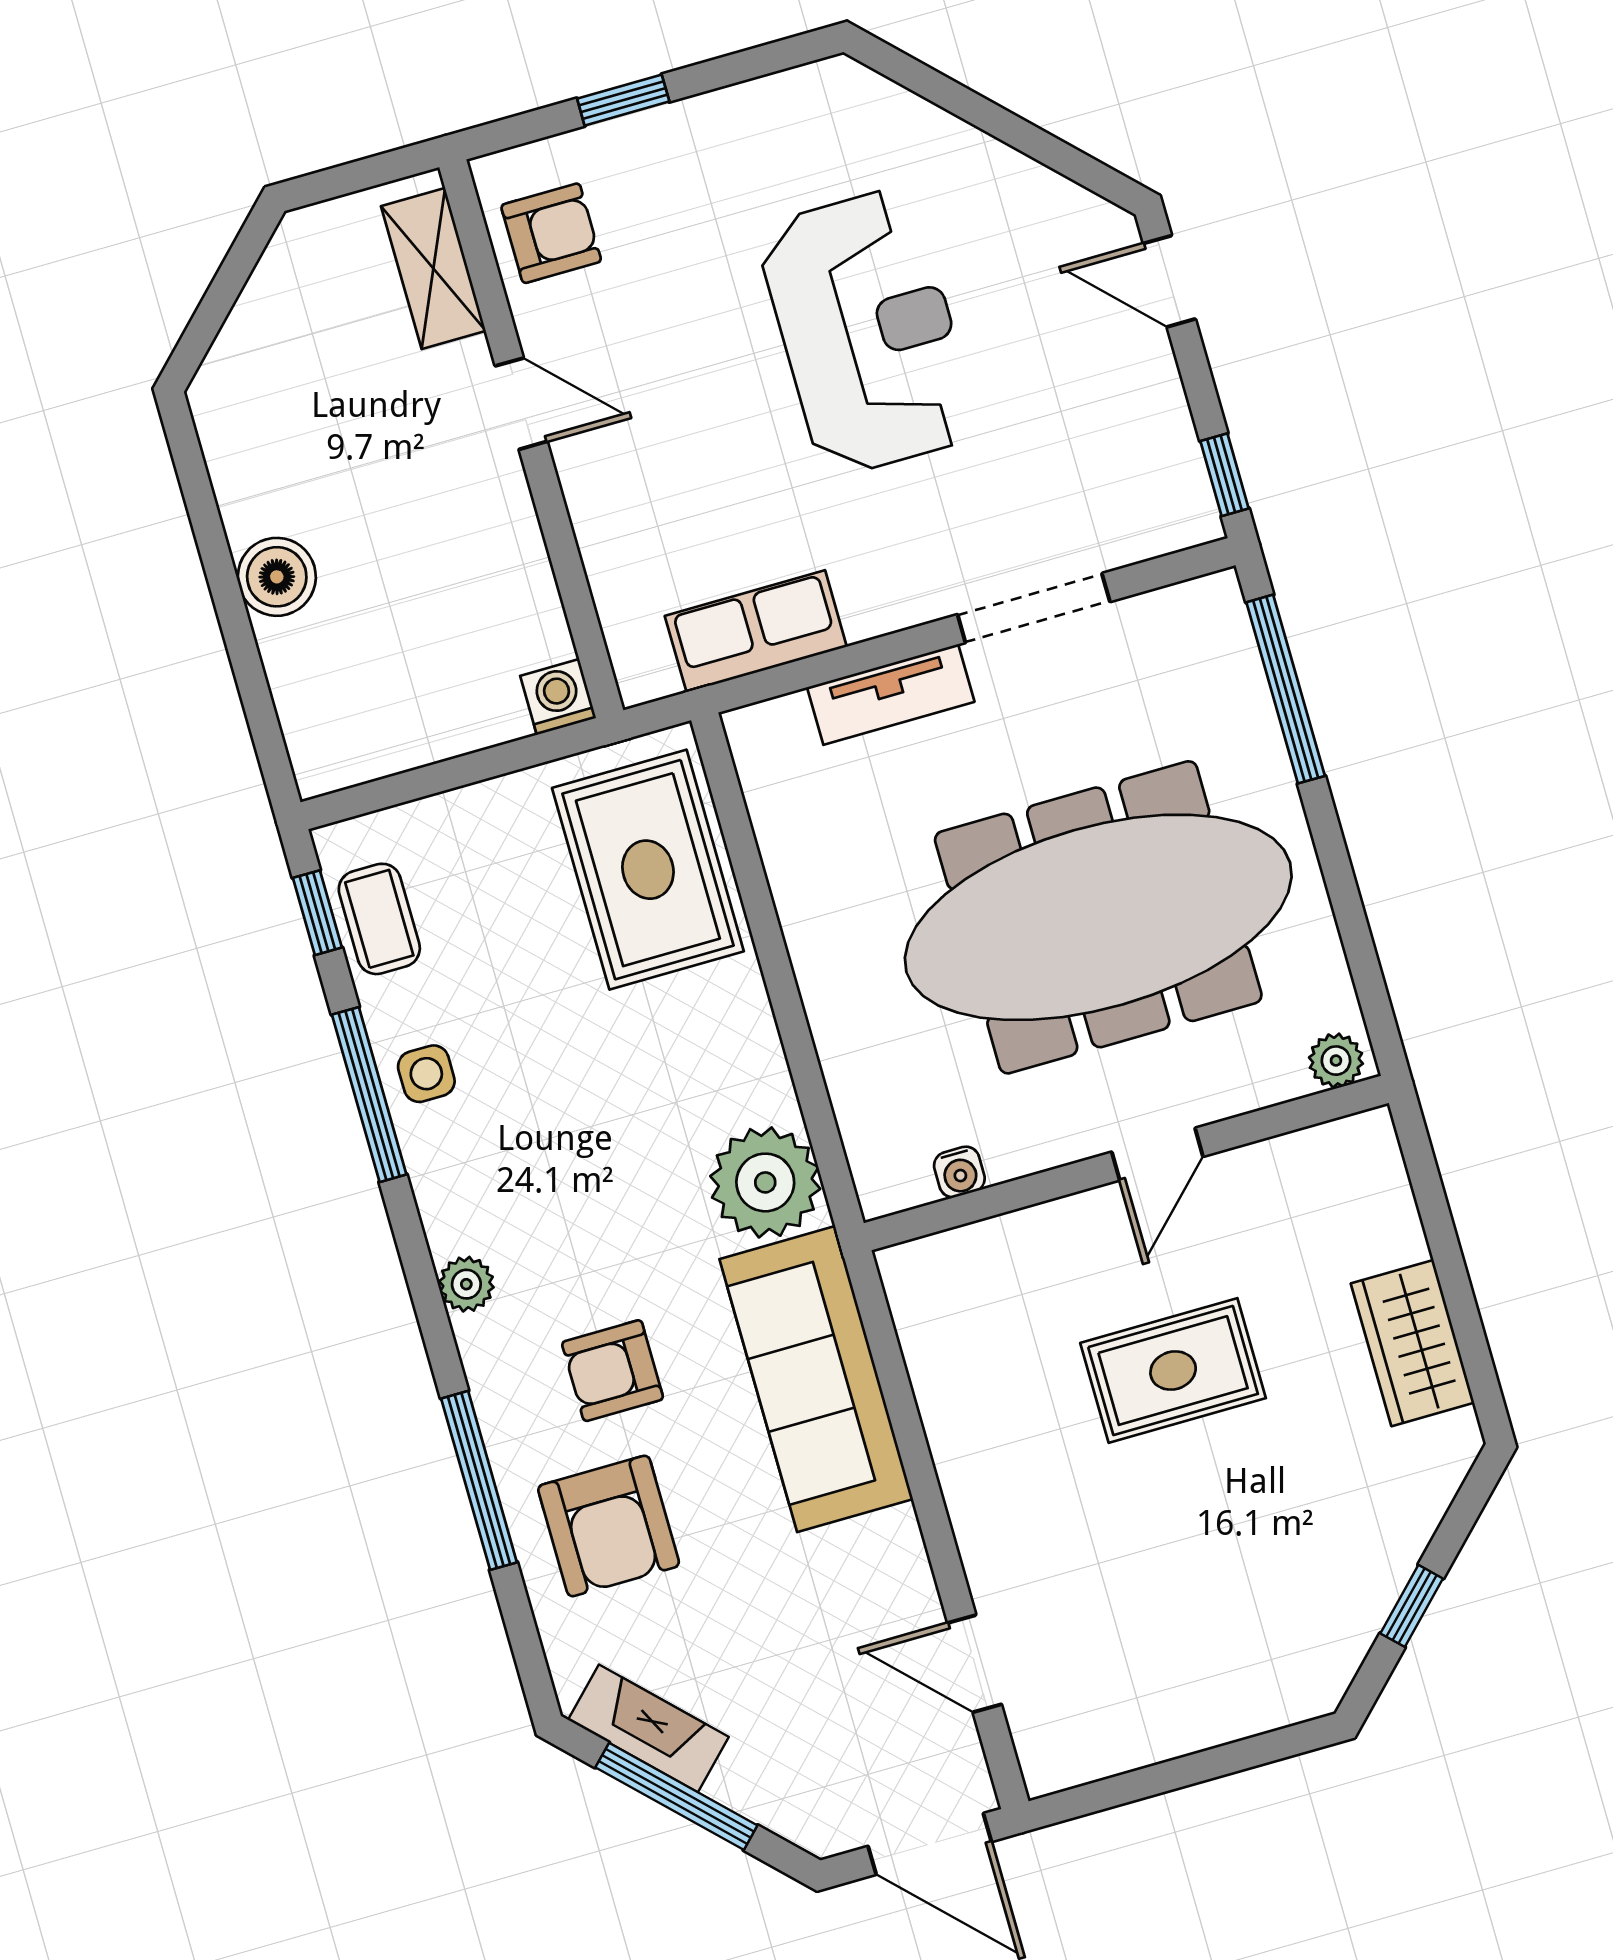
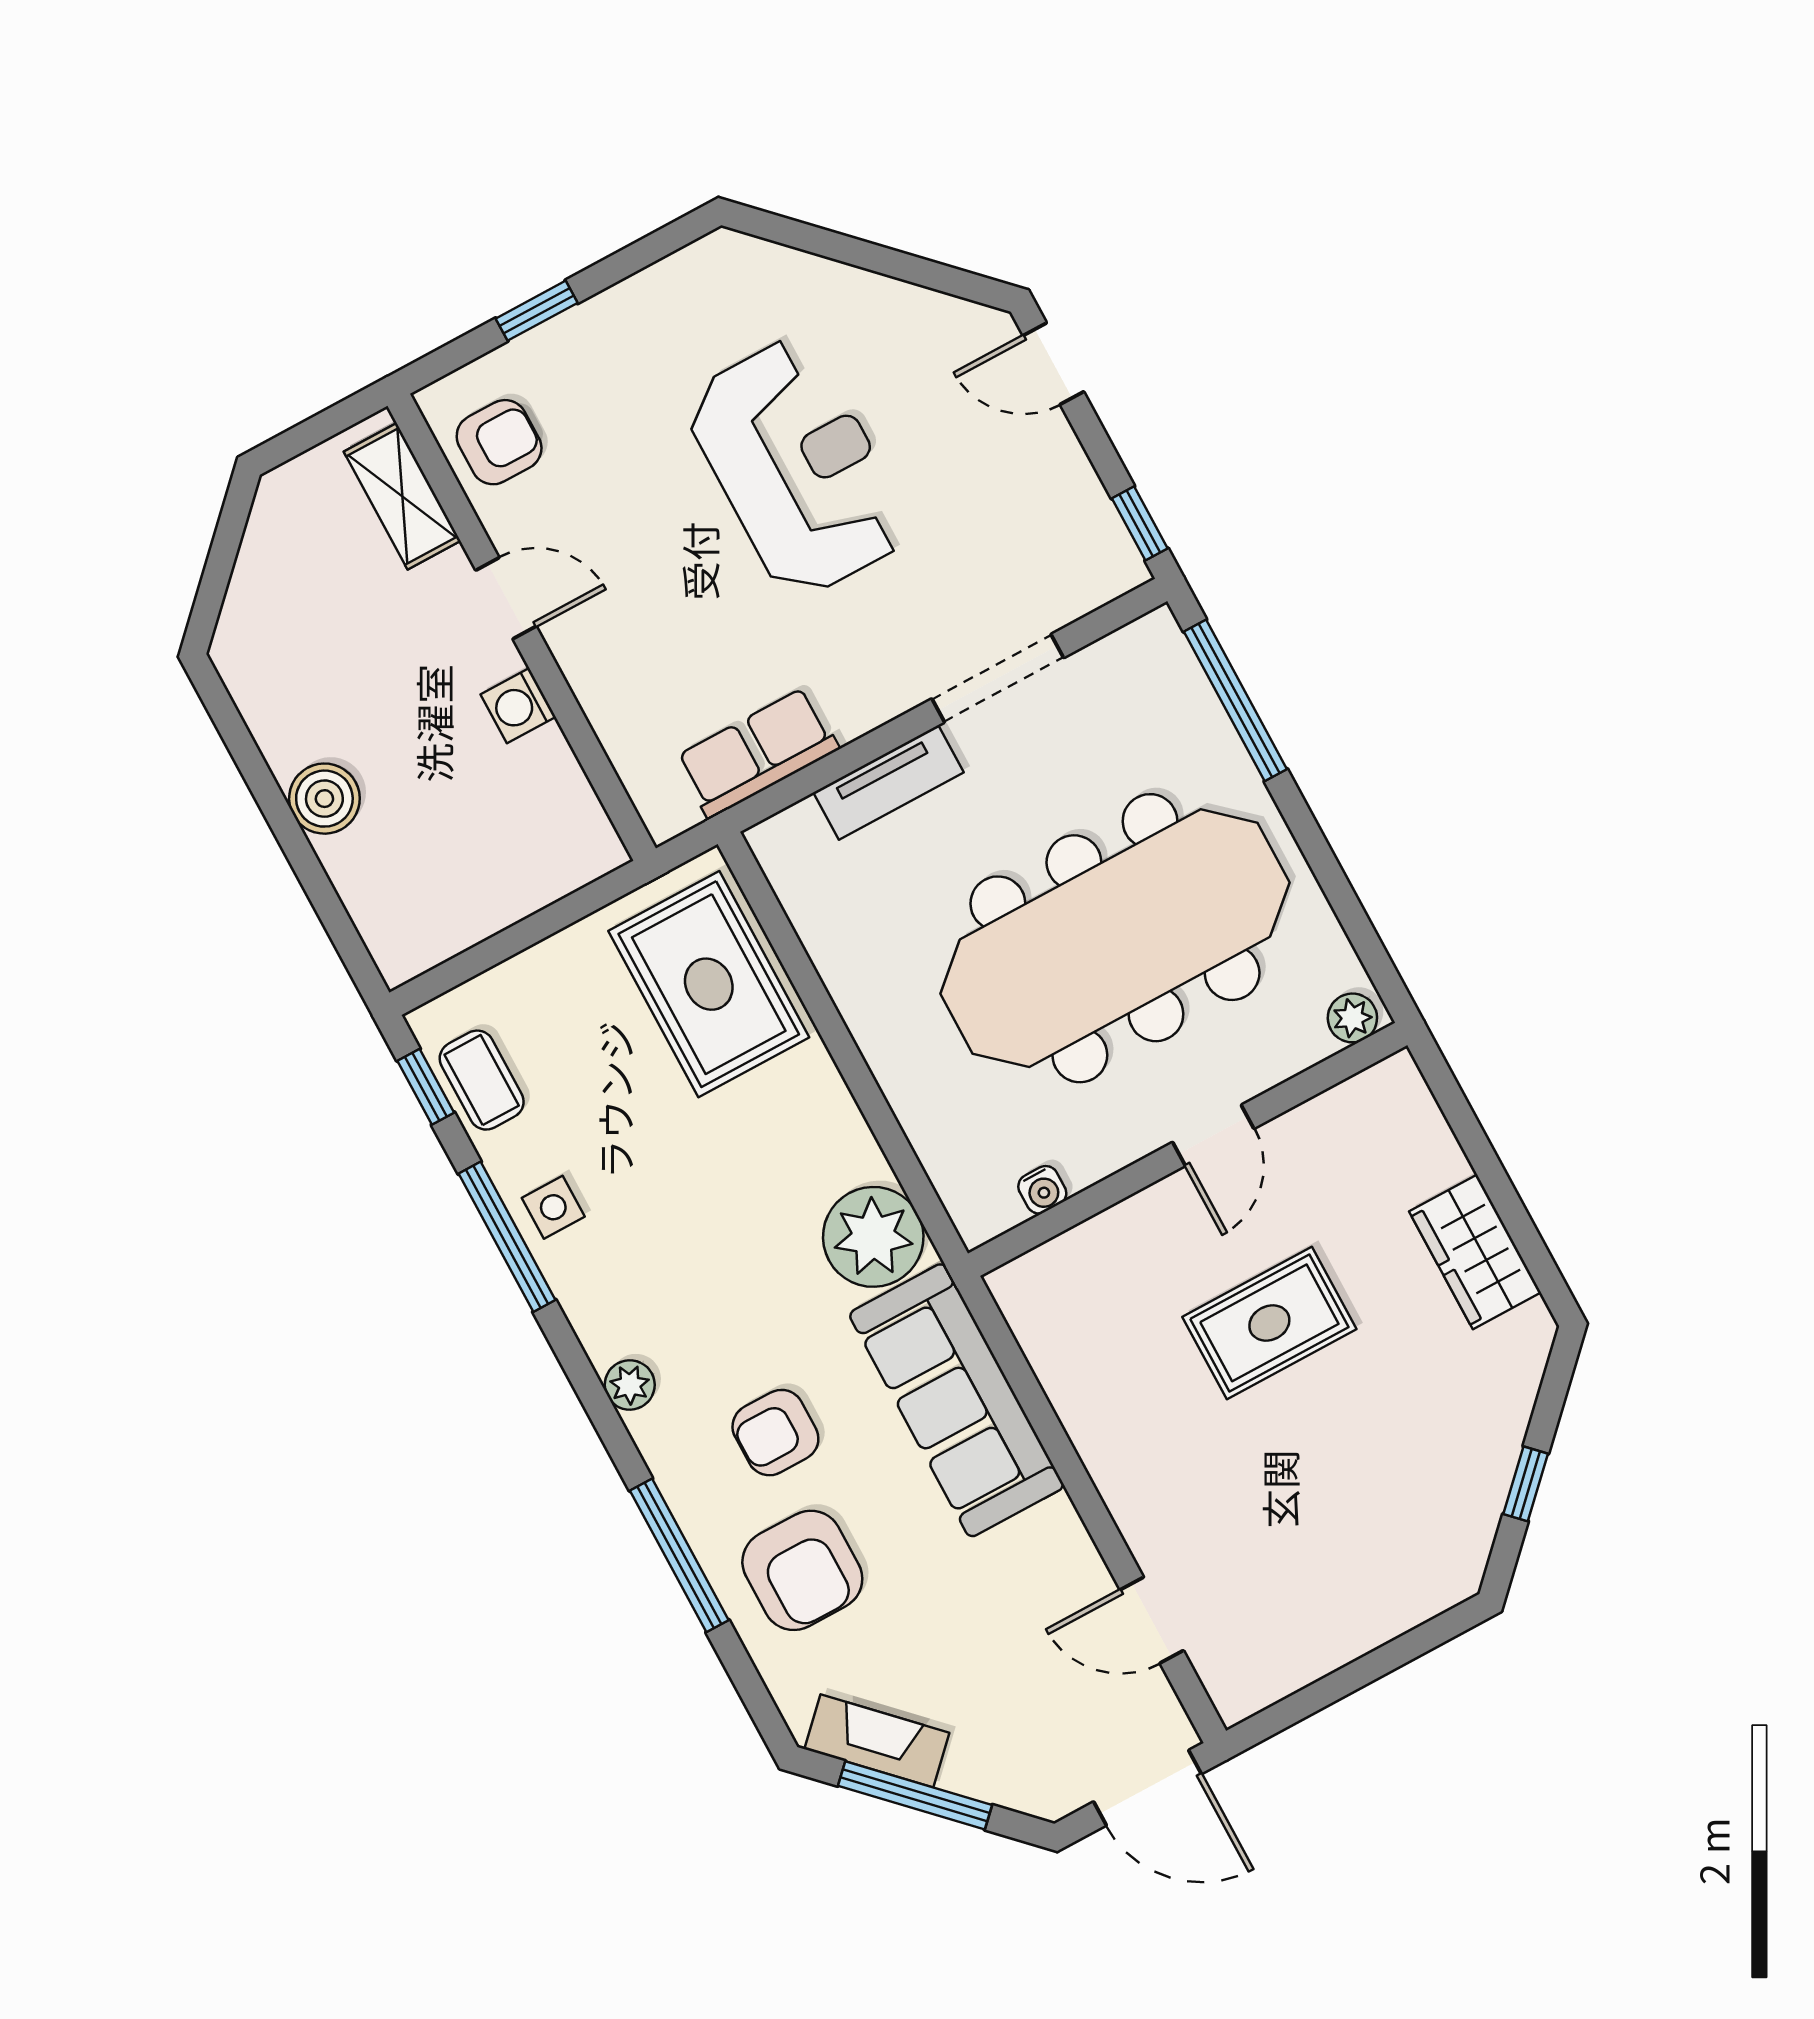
washing machine: (558, 697) -> (518, 706), moved, turned -90

